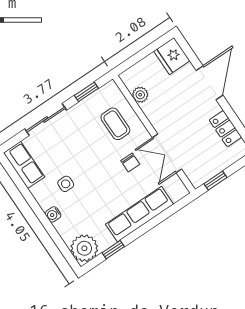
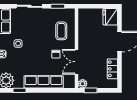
plant: (140, 95) -> (83, 84), moved

